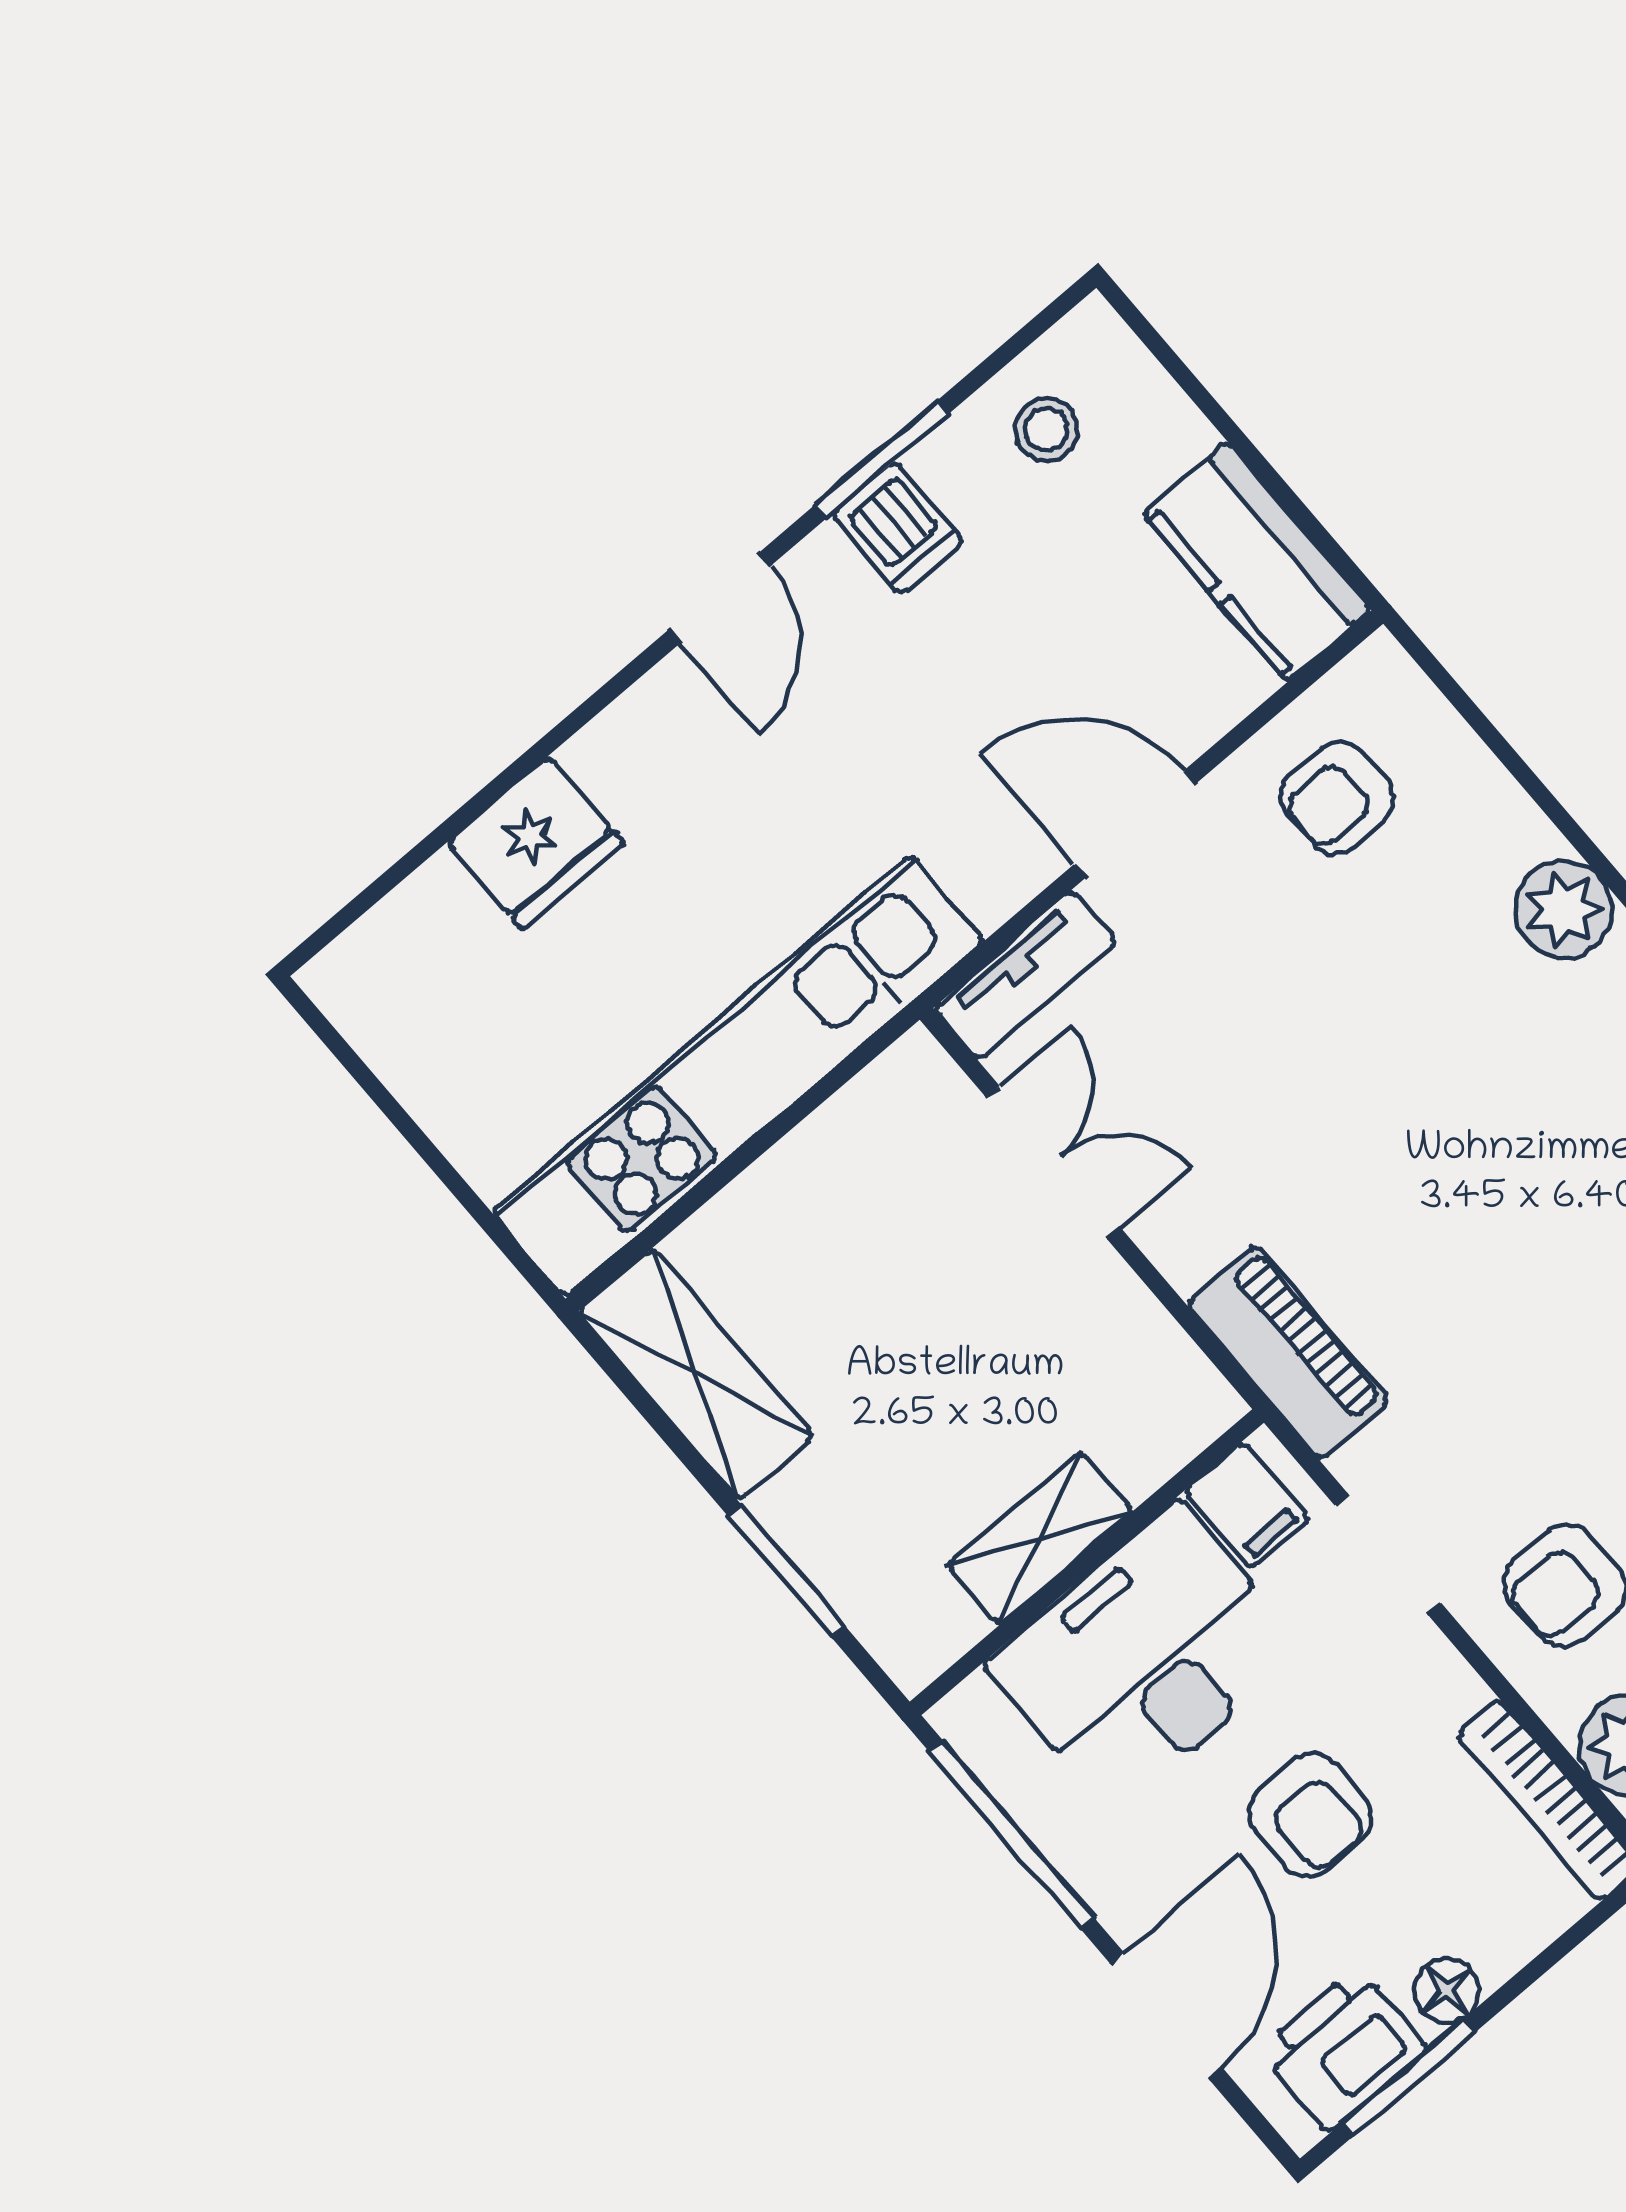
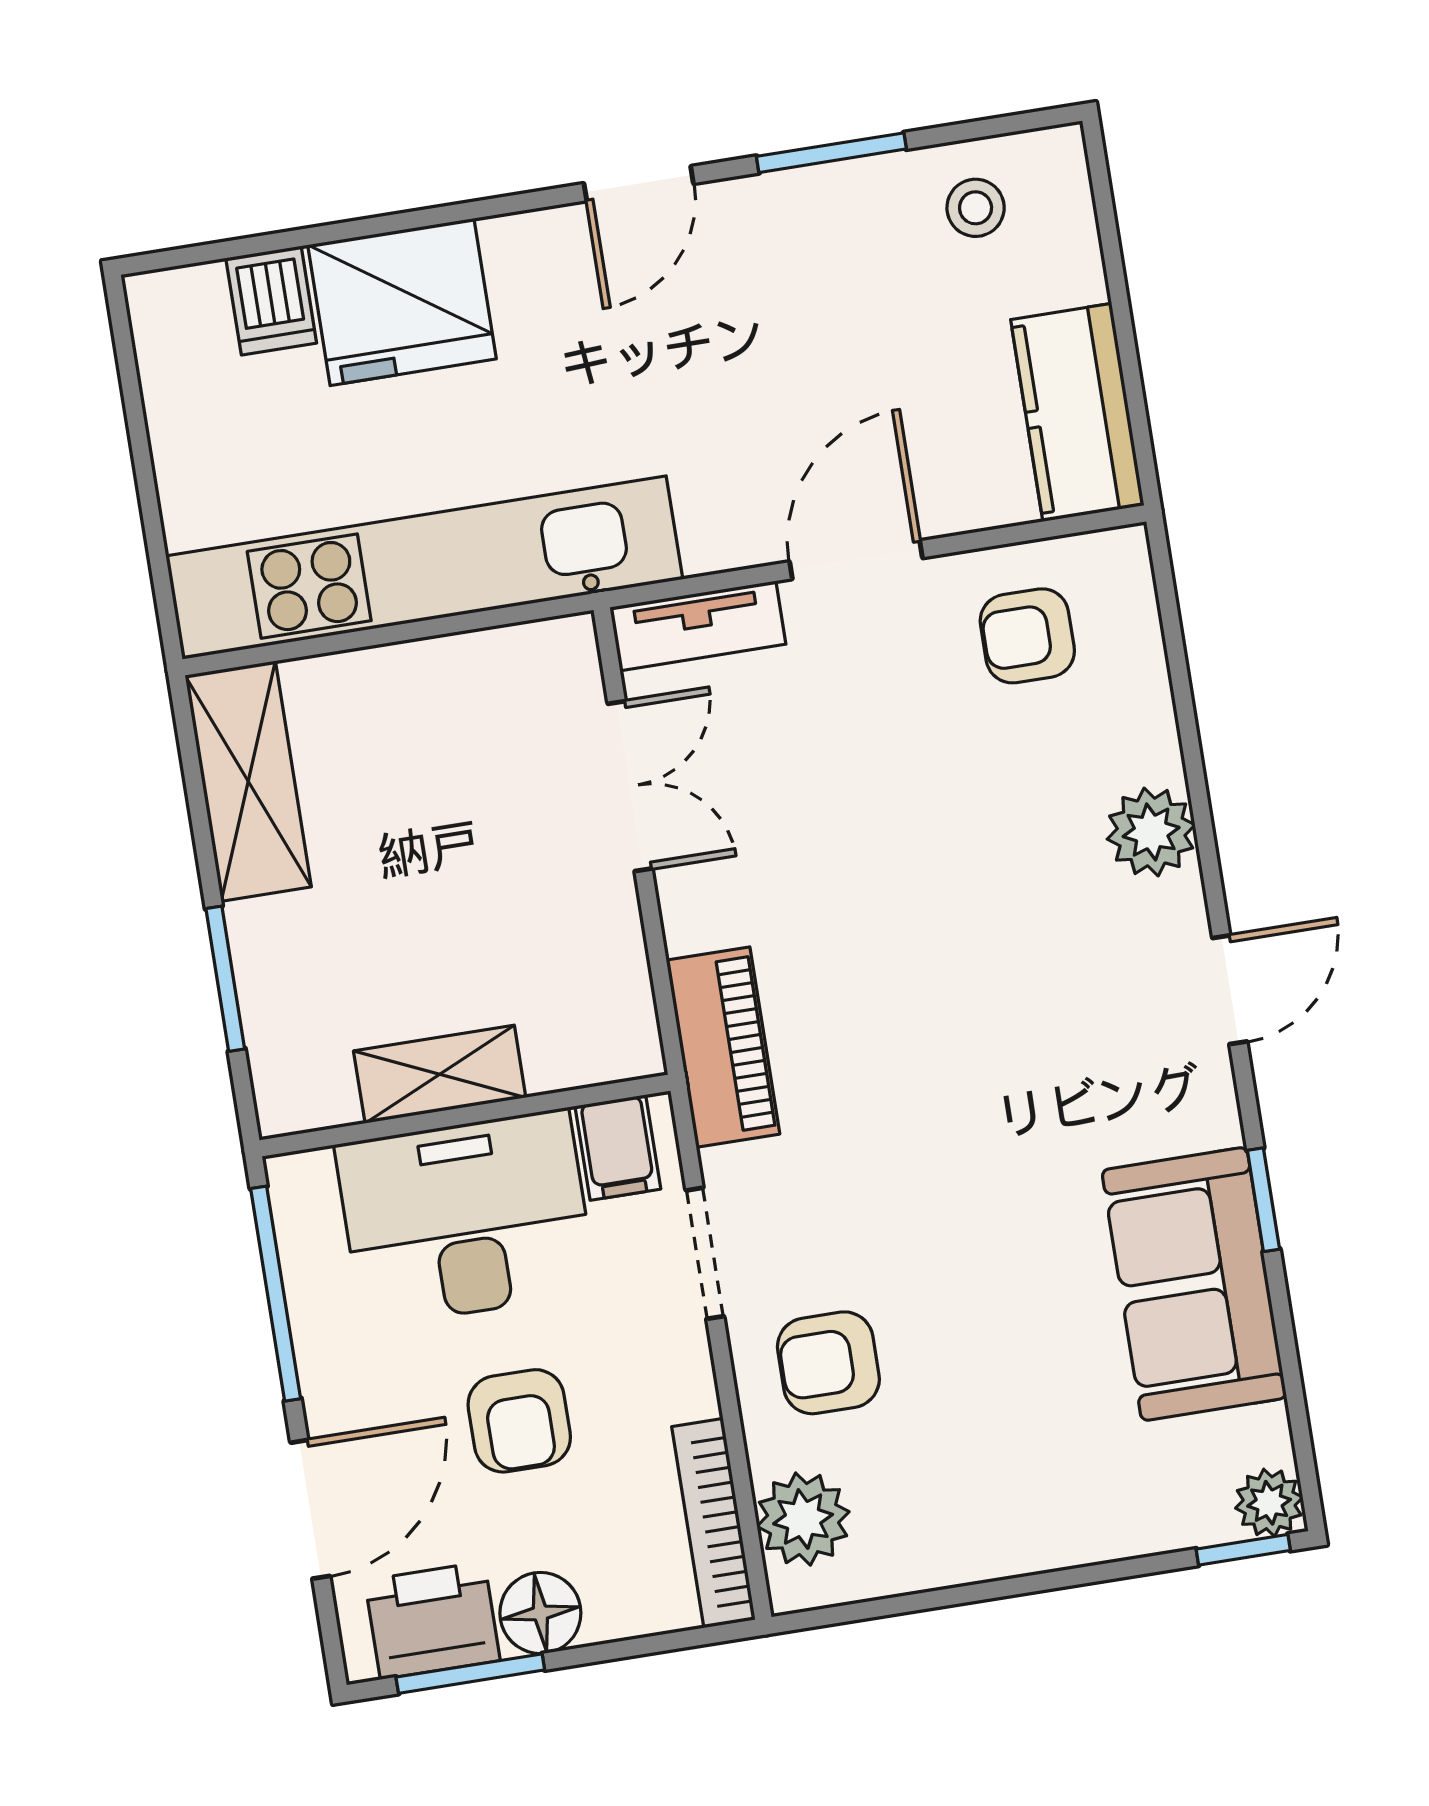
dishwasher: (898, 528) -> (271, 300), moved
door: (1135, 824) -> (856, 560), hinge flipped
fridge: (536, 843) -> (402, 302), width x1.36, depth x1.34
floor lamp: (1447, 1991) -> (540, 1613), width x1.37, depth x1.37

